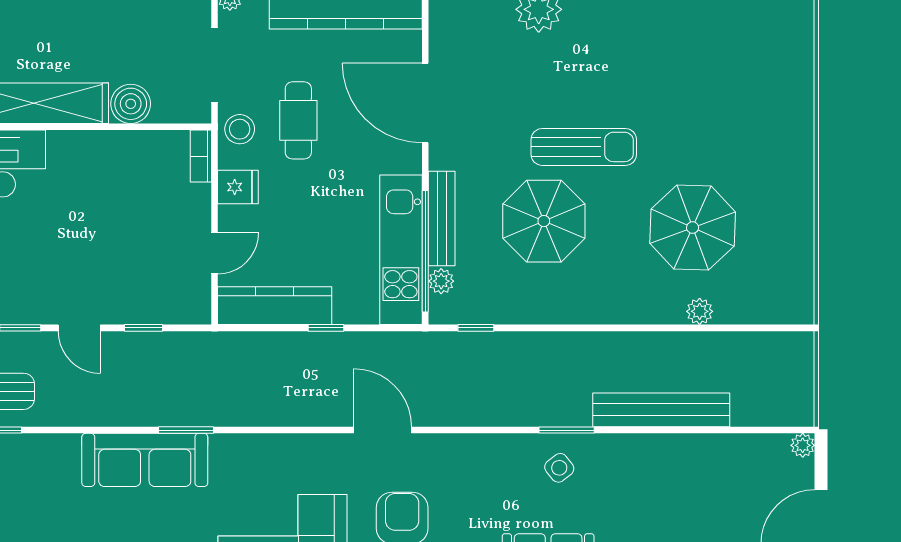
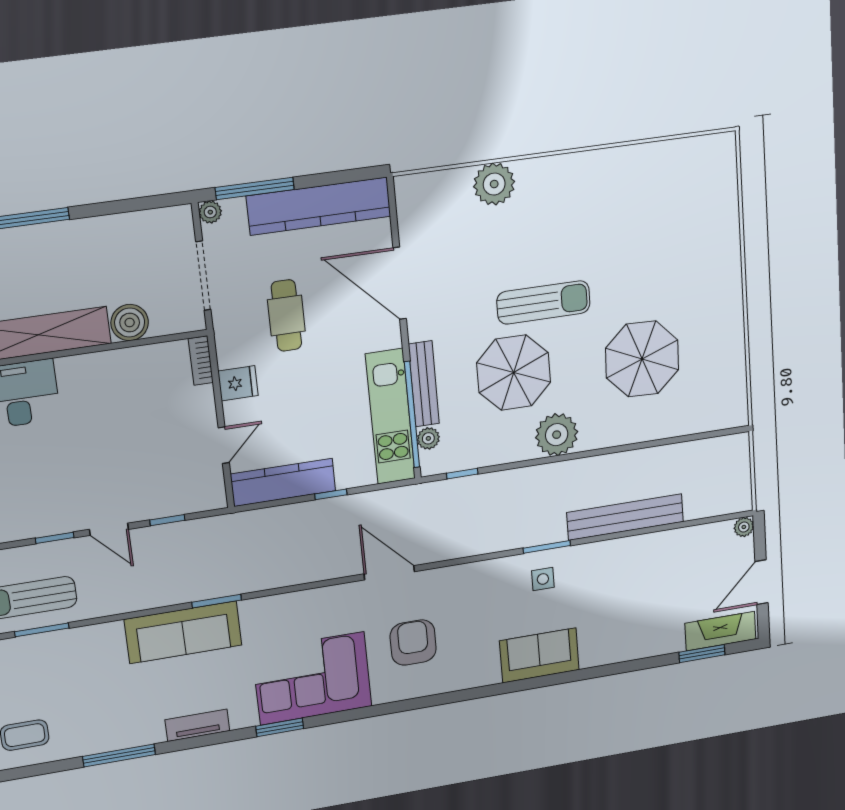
stool: (240, 129) -> (234, 331), removed
plant: (700, 311) -> (557, 435), moved, width x1.87, depth x1.87
side table: (559, 468) -> (543, 579), turned 38

